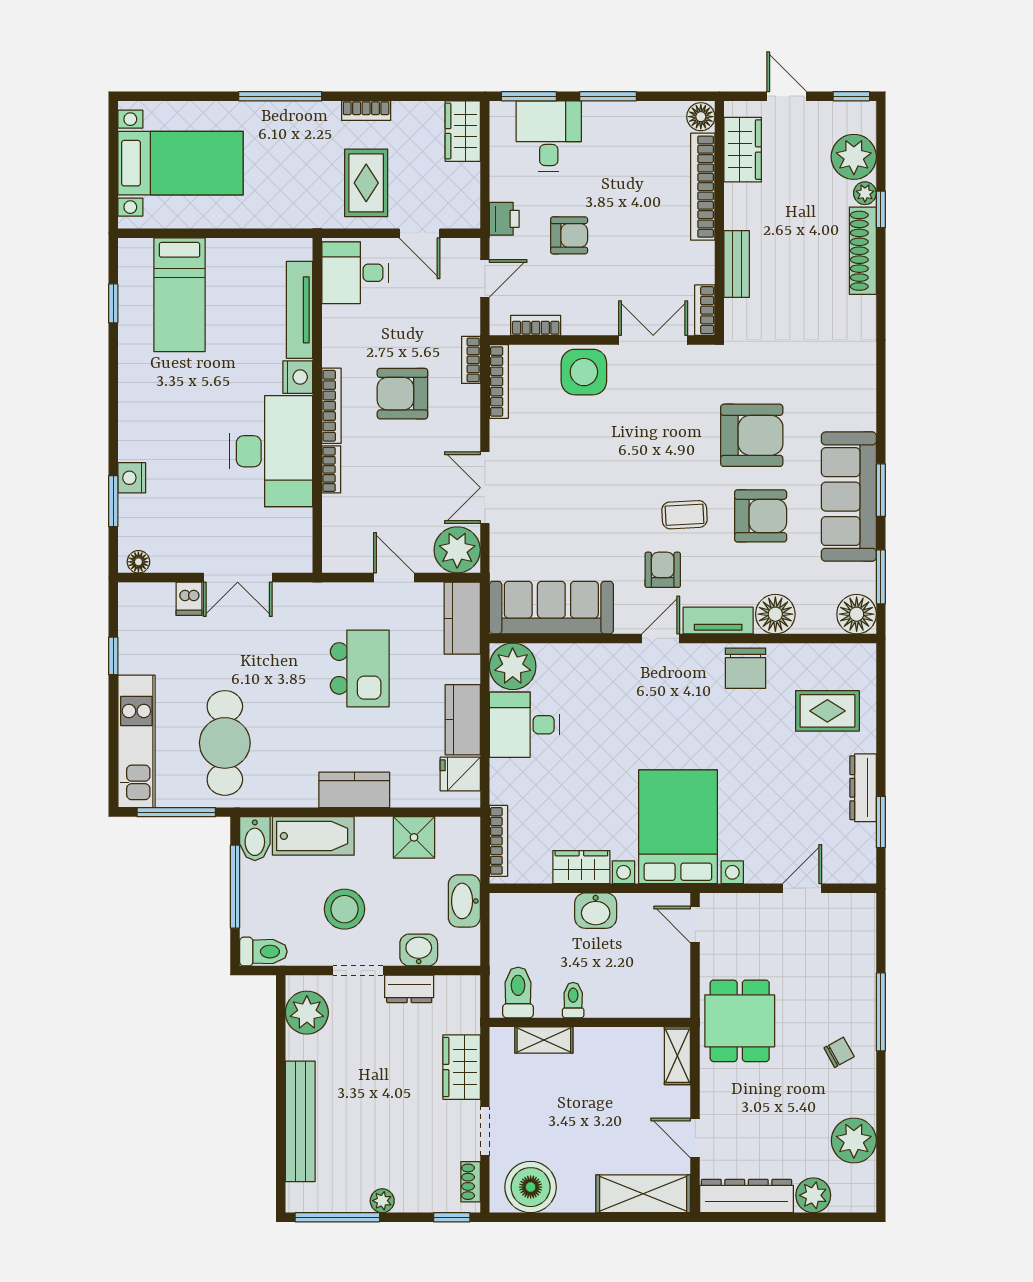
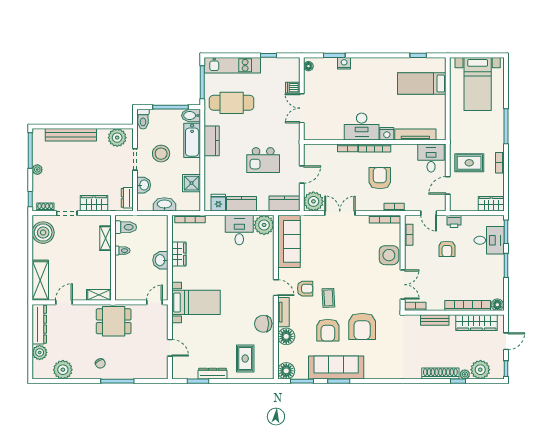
wardrobe: (743, 150) -> (476, 323), width x1.50
desk: (271, 451) -> (362, 127), width x0.73, depth x0.77
kitchen counter: (354, 790) -> (212, 141), moved
bed with nightstands: (678, 827) -> (196, 302), width x0.73
dresser: (409, 989) -> (127, 198), moved

